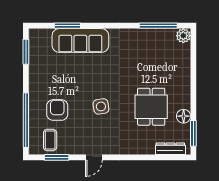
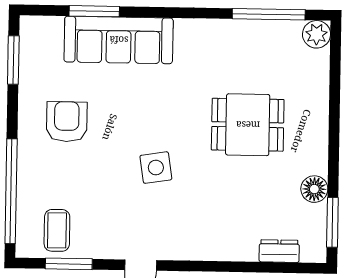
dining table: (151, 107) -> (248, 125), moved, turned 90
armchair: (57, 110) -> (67, 122), moved
dresser: (170, 149) -> (279, 251), width x0.70

